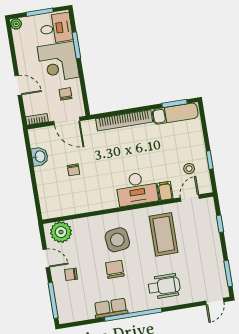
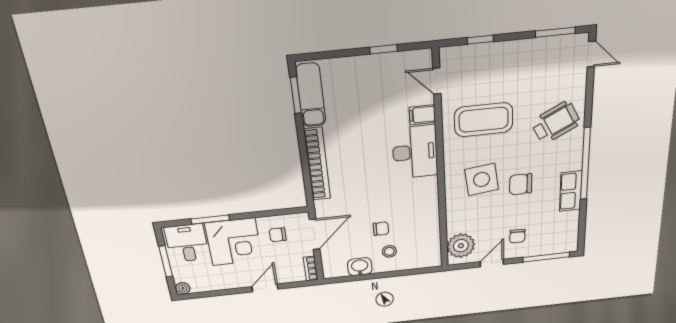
stool: (189, 169) -> (389, 251), moved
wheelchair: (164, 286) -> (556, 122), turned 63

